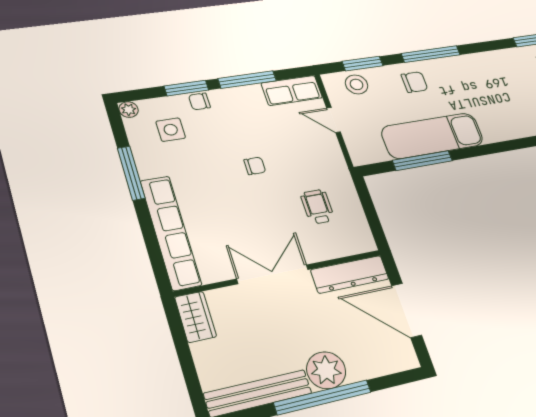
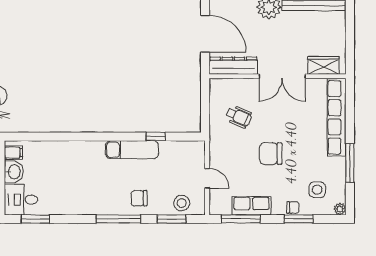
window: (247, 80) -> (241, 219), moved
row of seats: (292, 90) -> (251, 206), moved
exam couch: (432, 136) -> (132, 150), width x0.73, depth x0.69
window: (422, 161) -> (156, 137), width x0.46
chair: (255, 166) -> (271, 154), width x1.87, depth x1.87
wheelchair: (318, 207) -> (239, 117), turned -67
wardrobe: (196, 317) -> (323, 65), moved, turned 90

